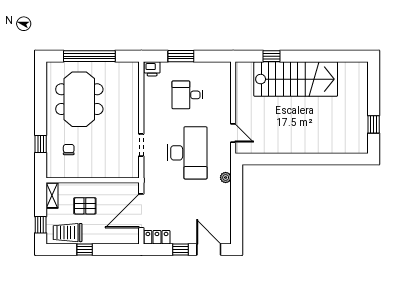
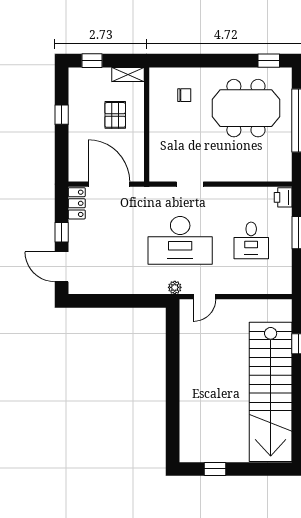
stairs: (296, 79) -> (271, 392), width x1.36
desk: (187, 95) -> (251, 240), turned 180
window: (41, 144) -> (269, 61), moved
plant: (226, 177) -> (175, 287), moved
trolley: (68, 233) -> (82, 94), removed
door: (209, 250) -> (62, 267), swing flipped

